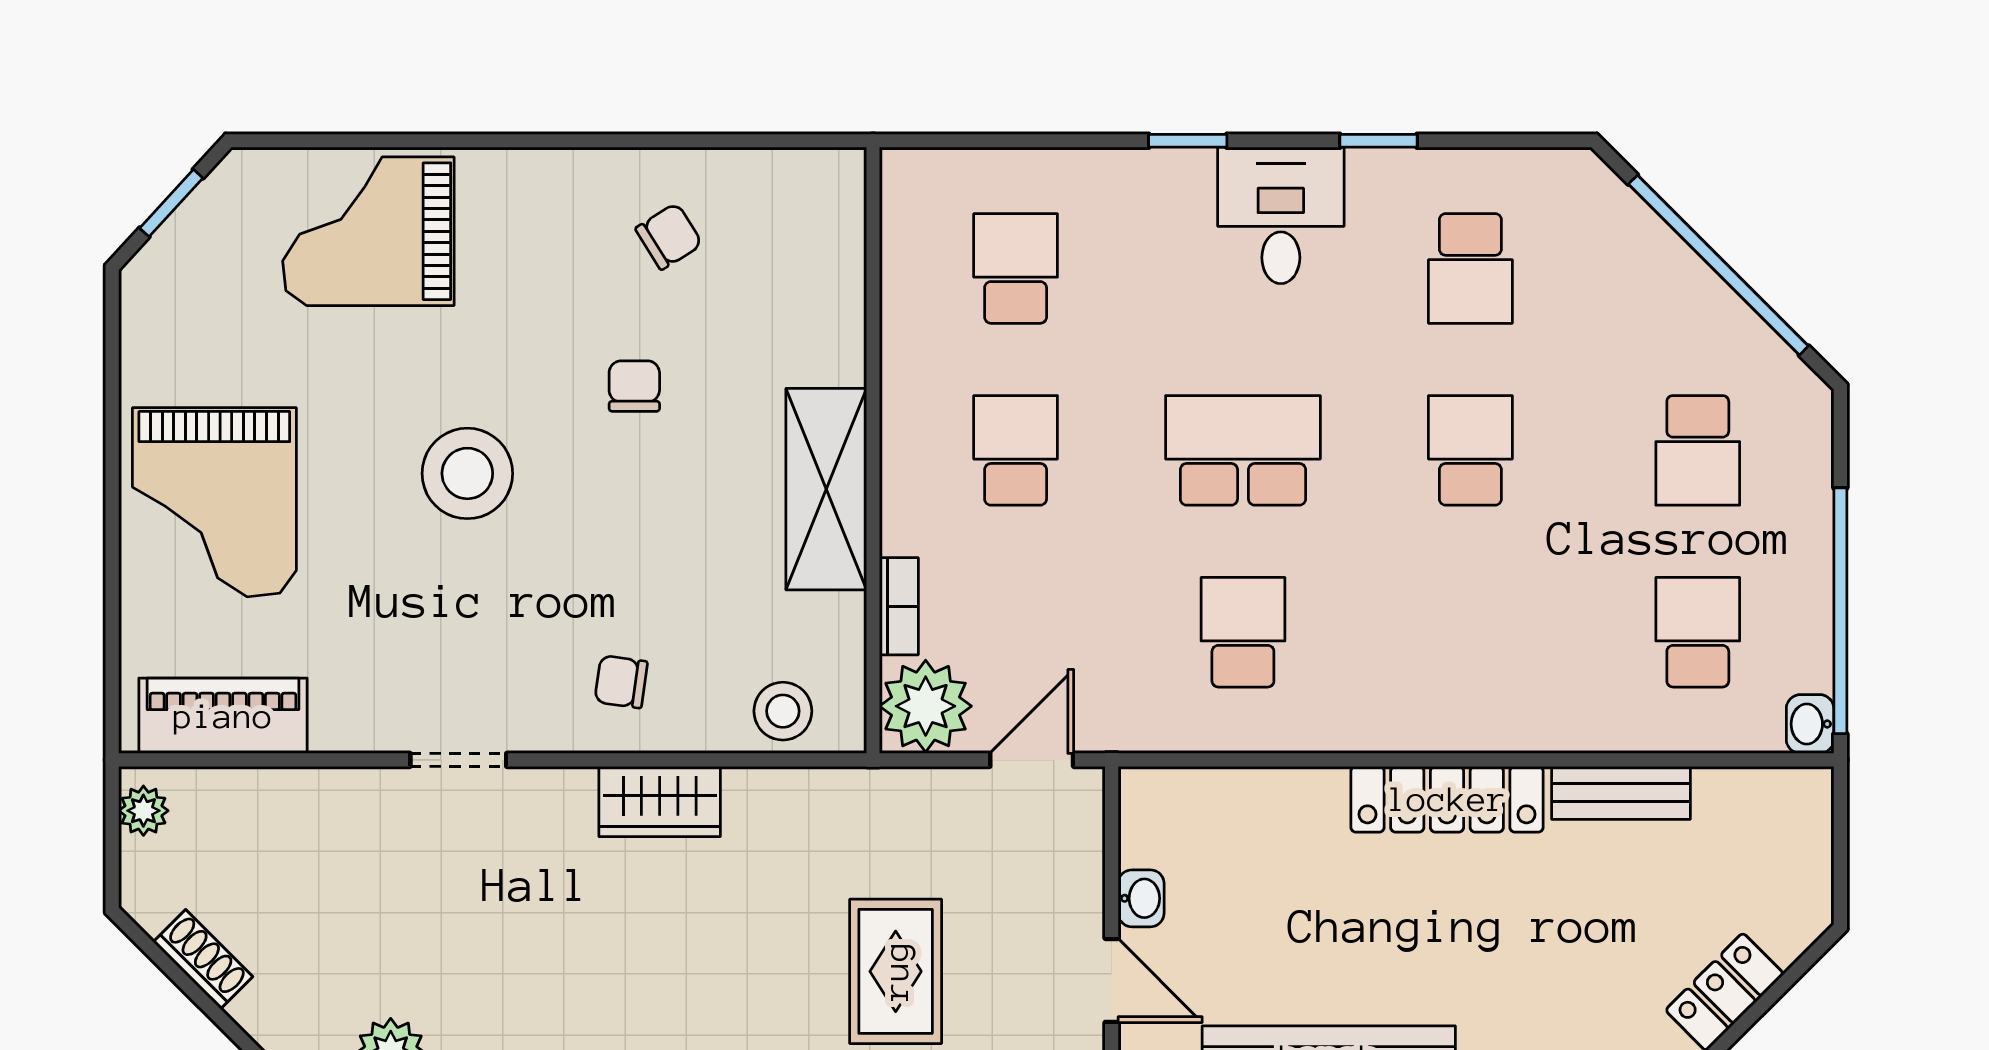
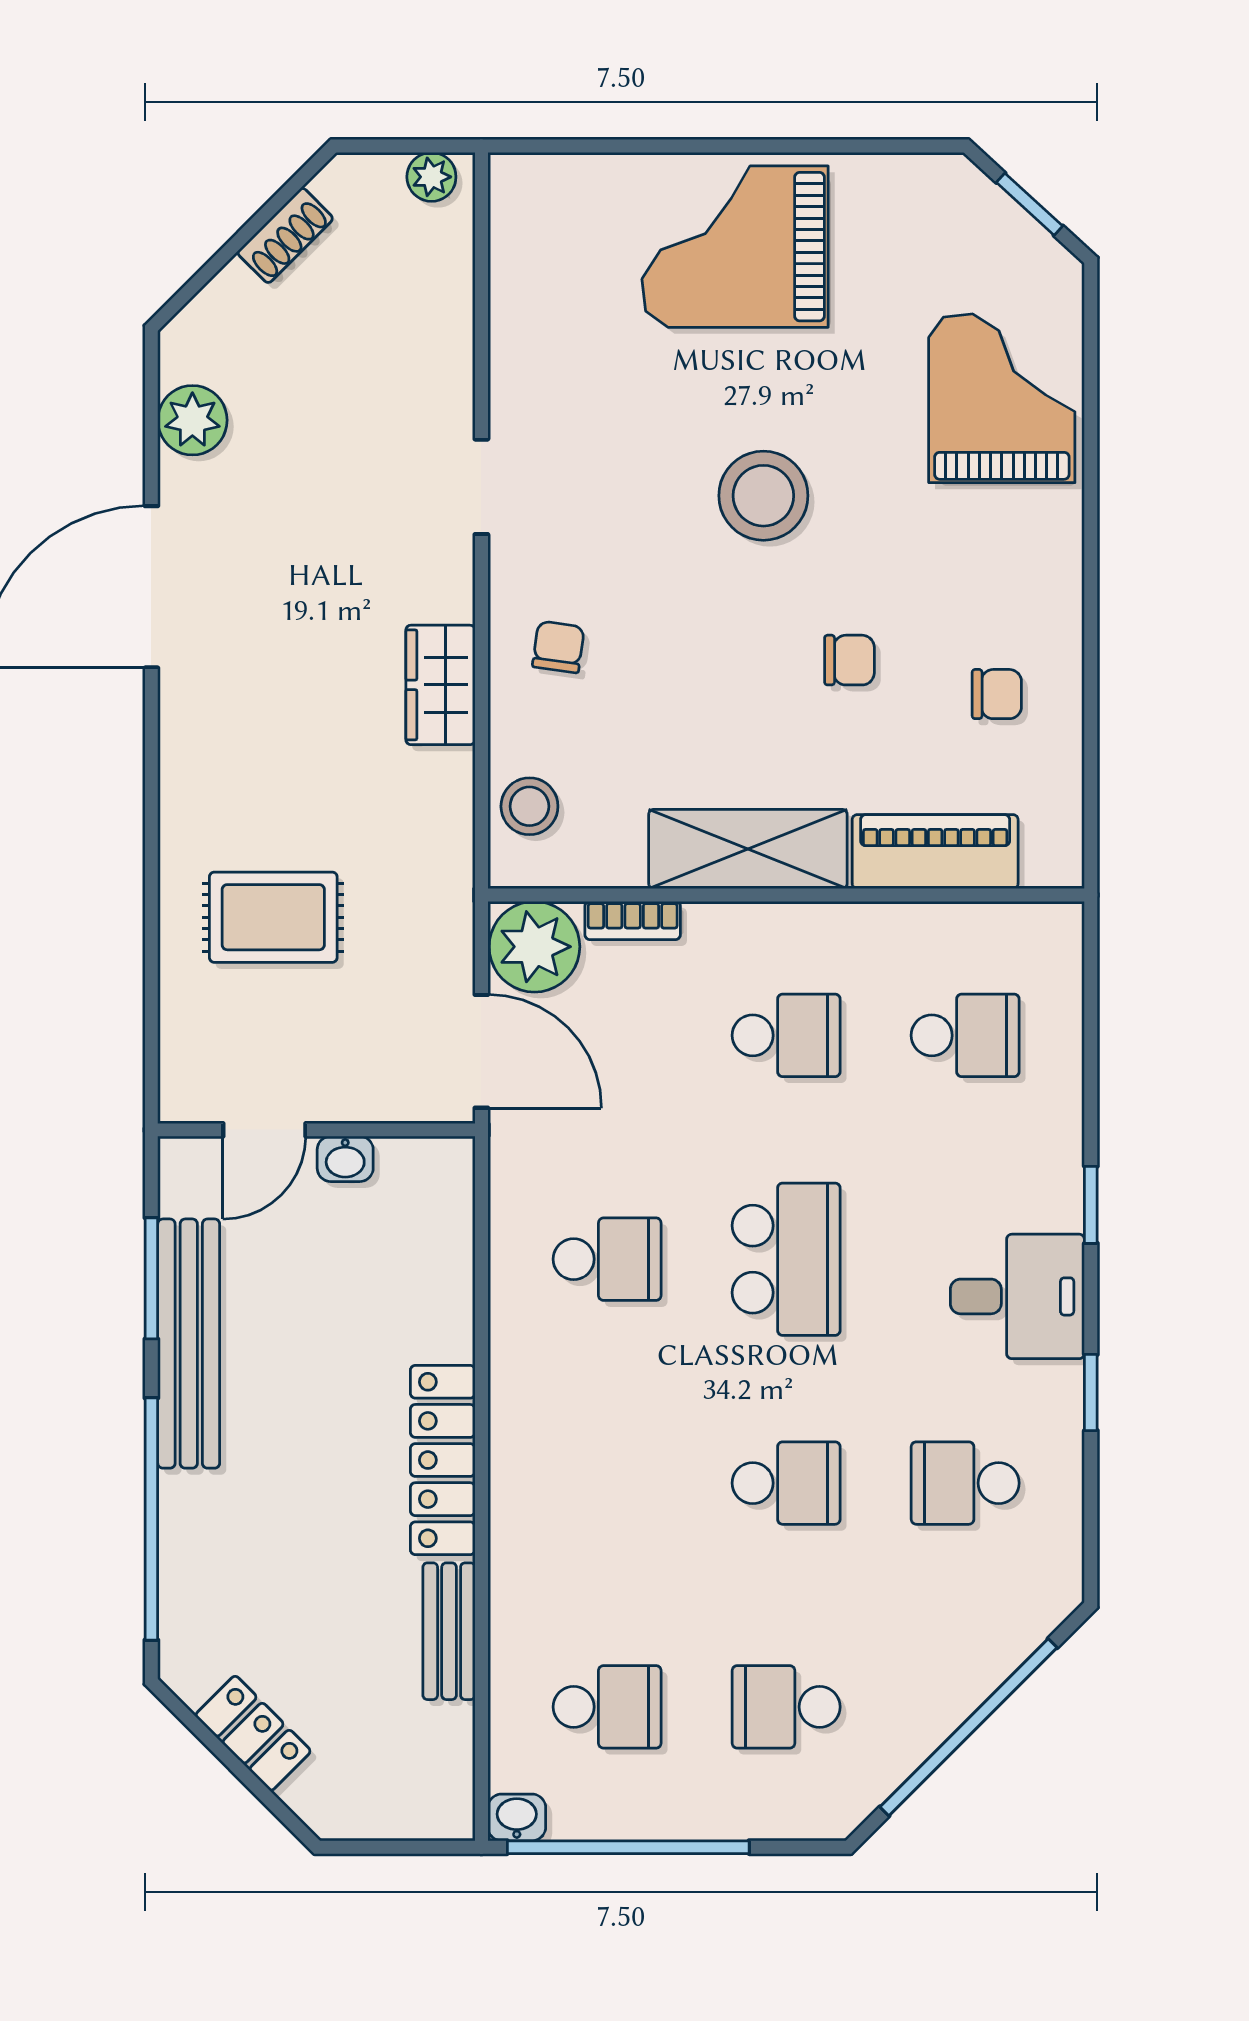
chair: (669, 236) -> (997, 694), turned -58
piano: (223, 716) -> (935, 852), moved, turned -90
door: (1032, 760) -> (481, 1051), width x1.38

